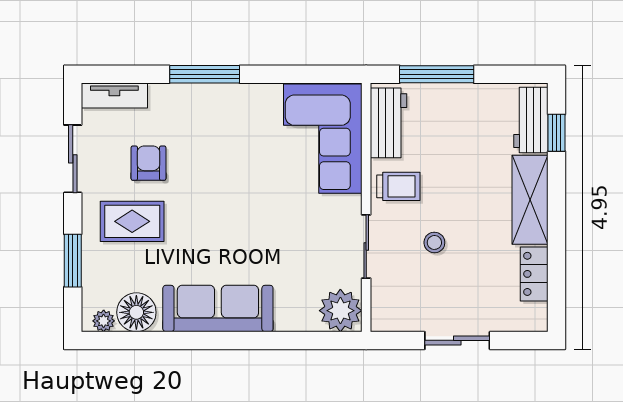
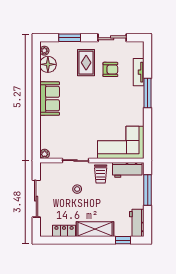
tv unit: (114, 95) -> (139, 72), moved
workbench: (531, 120) -> (137, 223), moved, turned -90
sofa: (218, 308) -> (50, 99), width x0.73
plant: (340, 311) -> (45, 154), width x0.53, depth x0.53
sliding door: (457, 340) -> (36, 199), width x1.37

